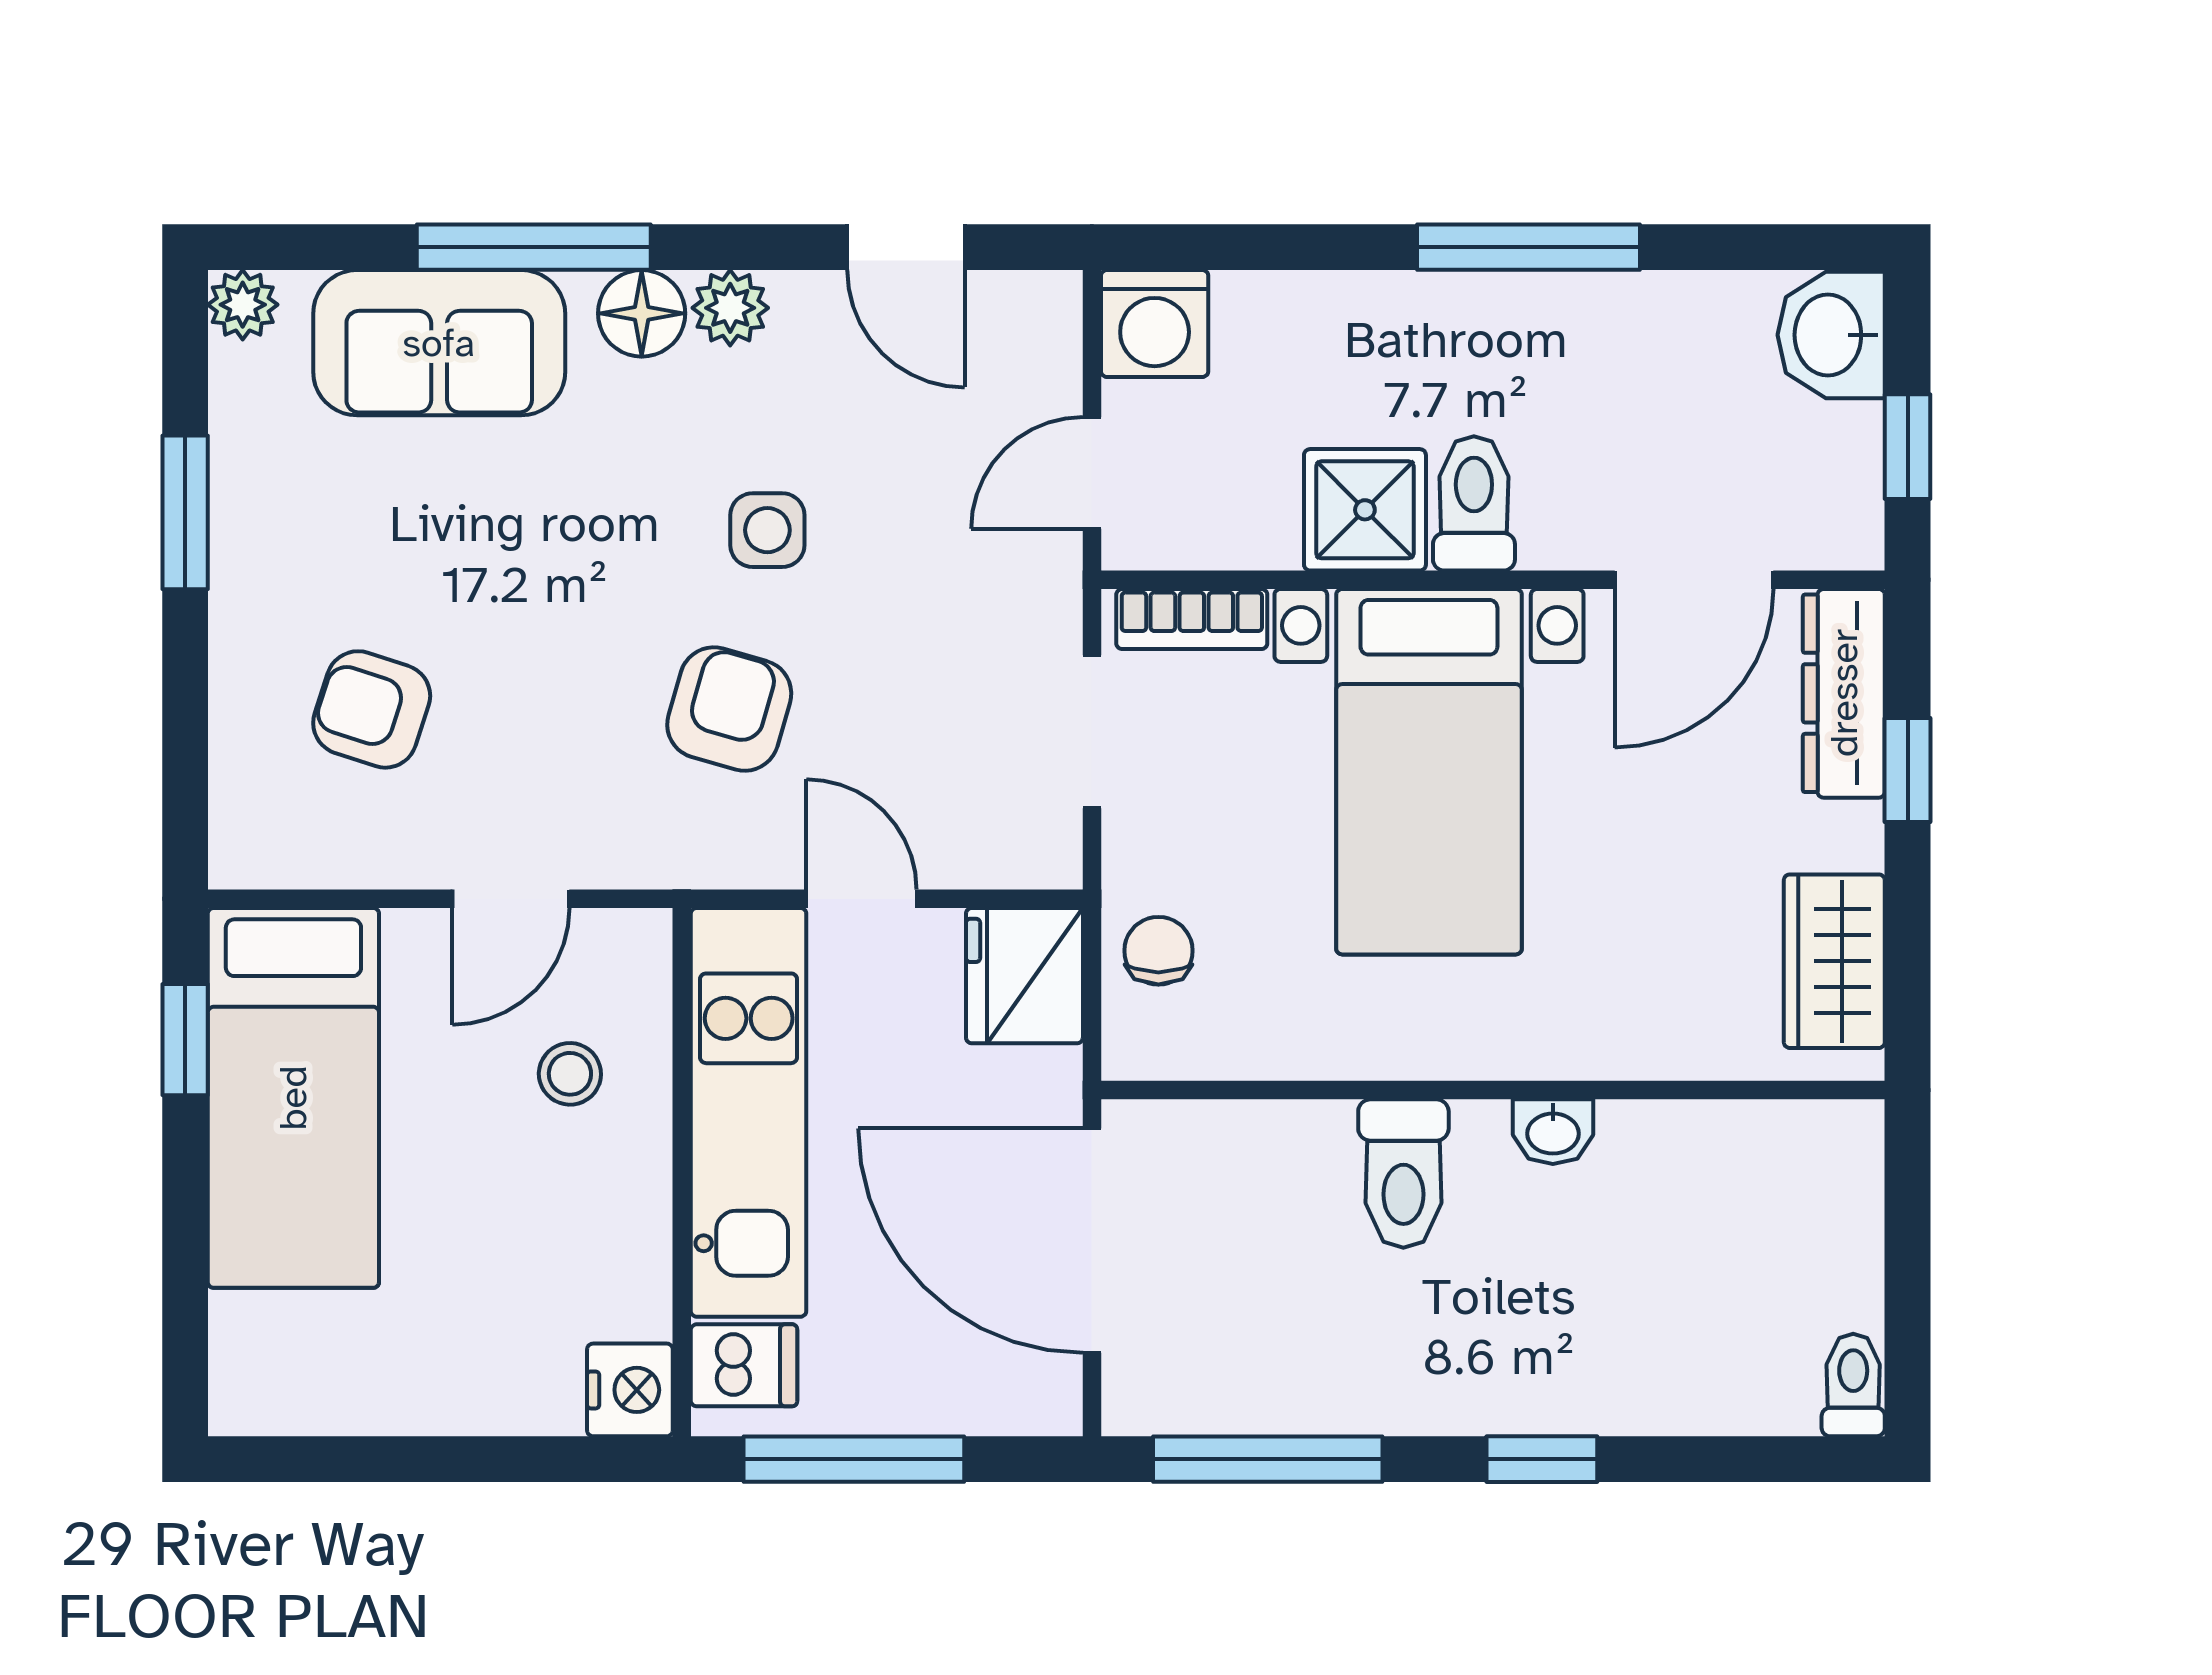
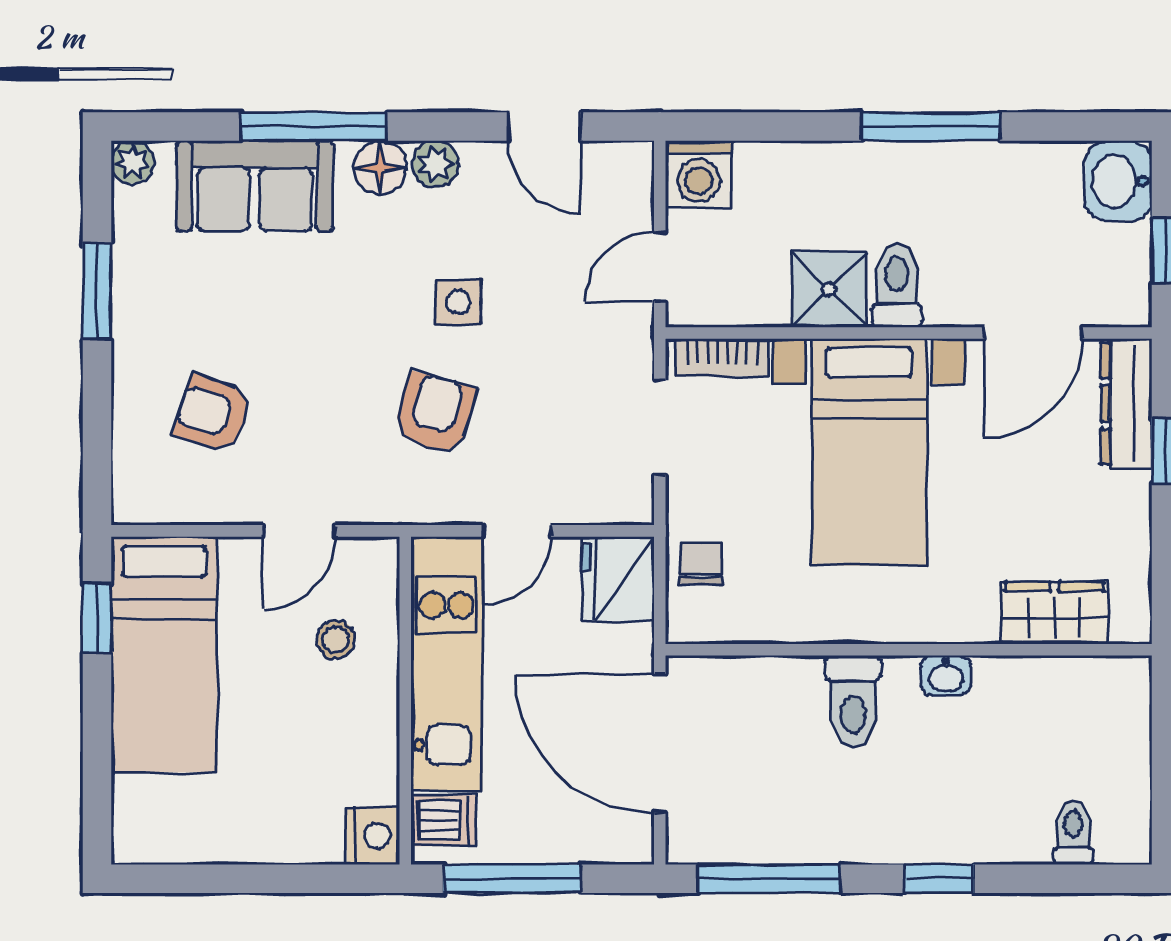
door: (862, 899) -> (517, 531), swing flipped
wardrobe: (1834, 961) -> (1054, 613), moved, turned 90
toilet: (1853, 1385) -> (1073, 833), moved

